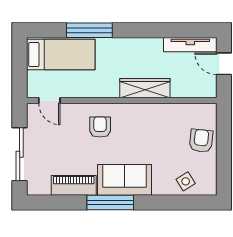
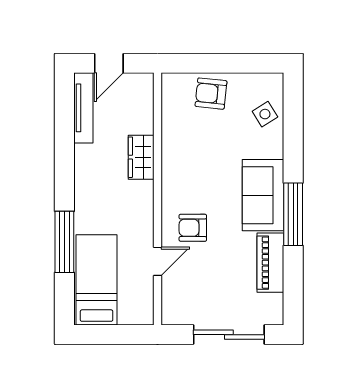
wardrobe: (145, 88) -> (141, 157), width x0.67
door: (49, 100) -> (158, 261), moved

